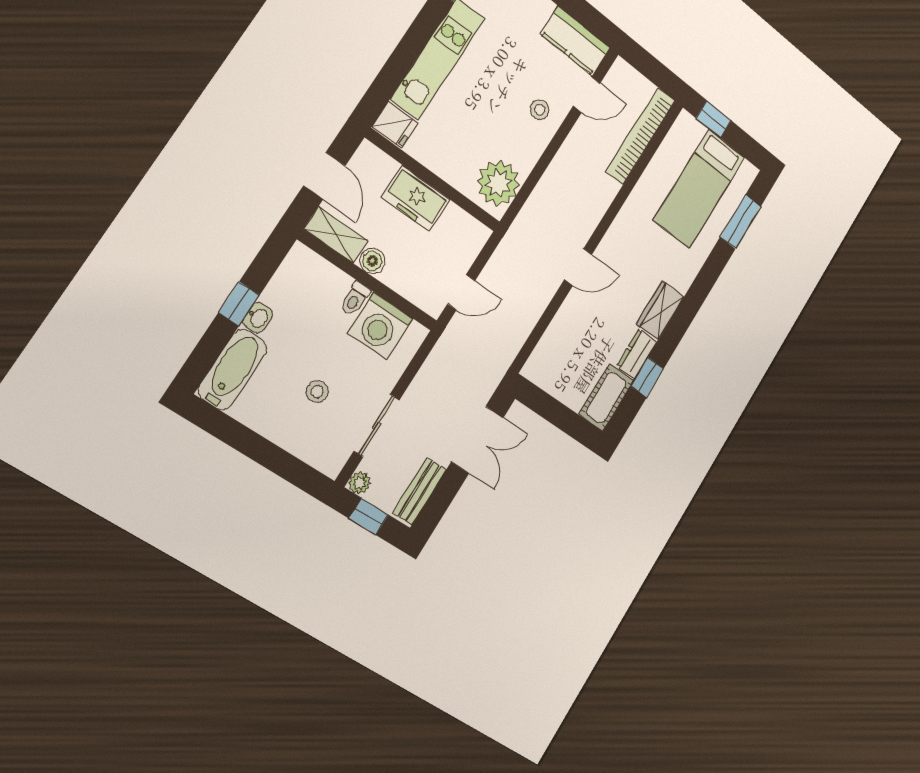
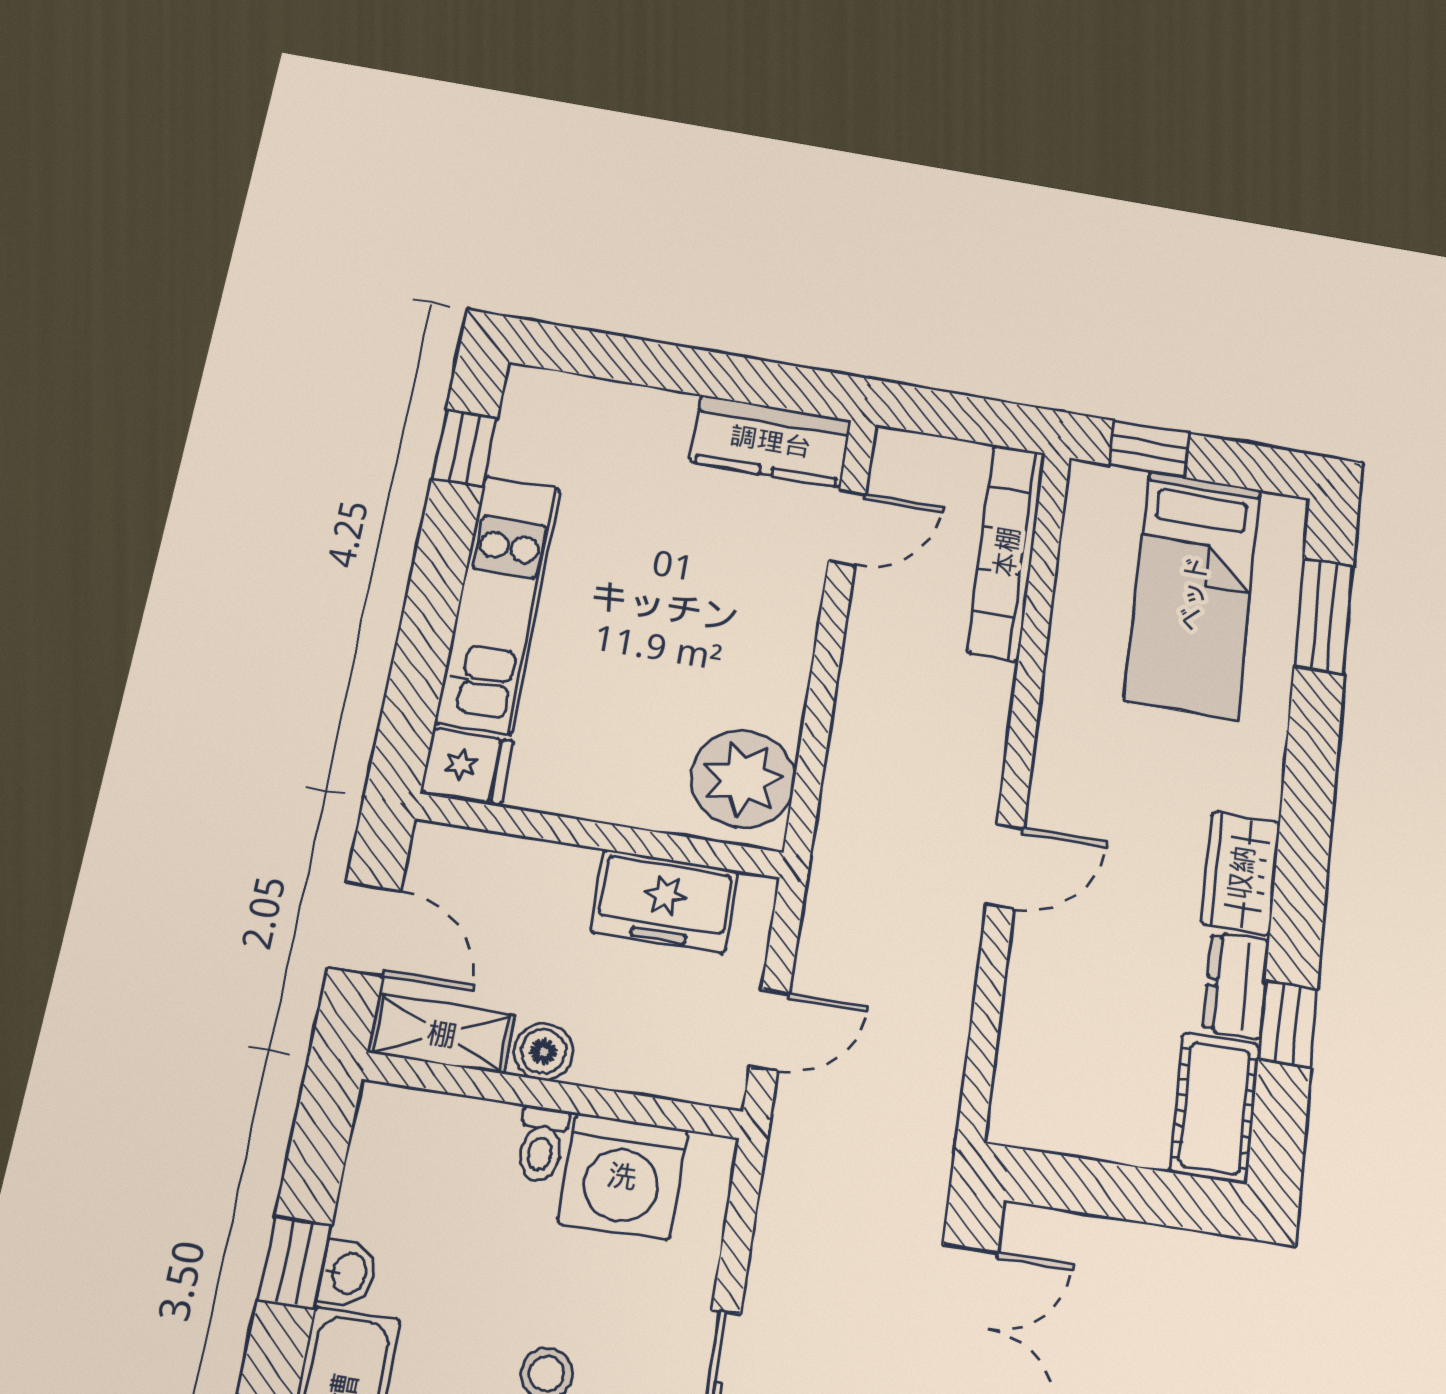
stool: (540, 110) -> (761, 601), removed
freezer: (416, 198) -> (664, 901), moved

